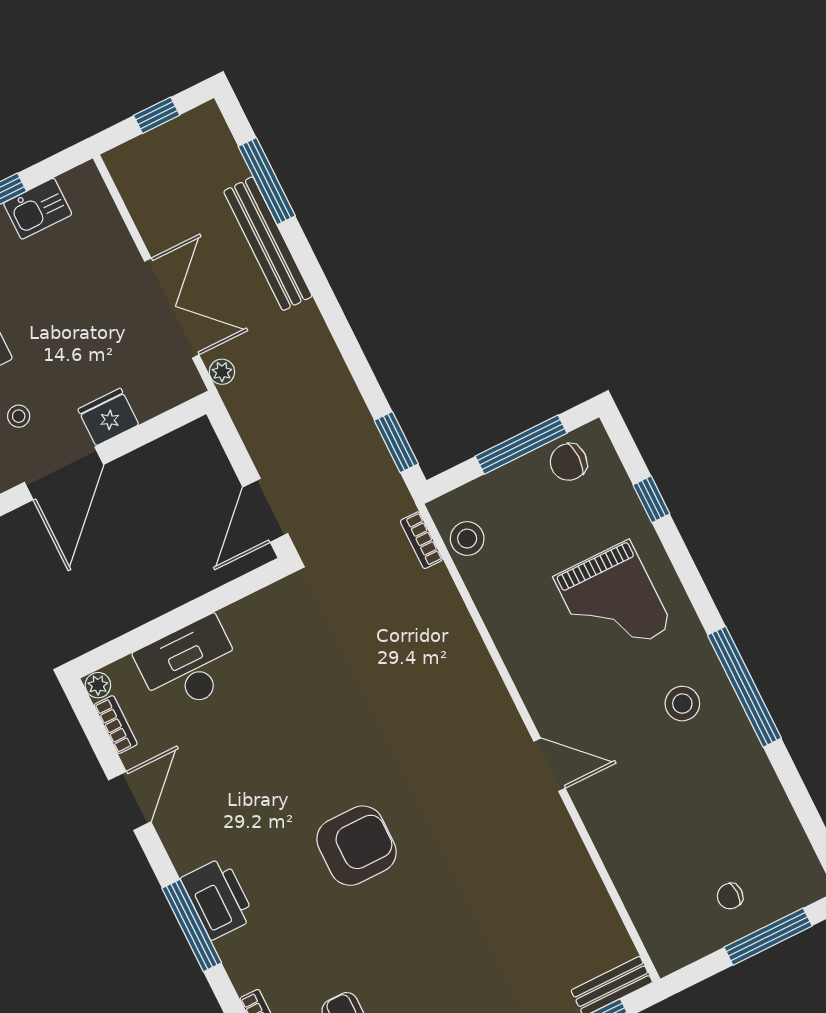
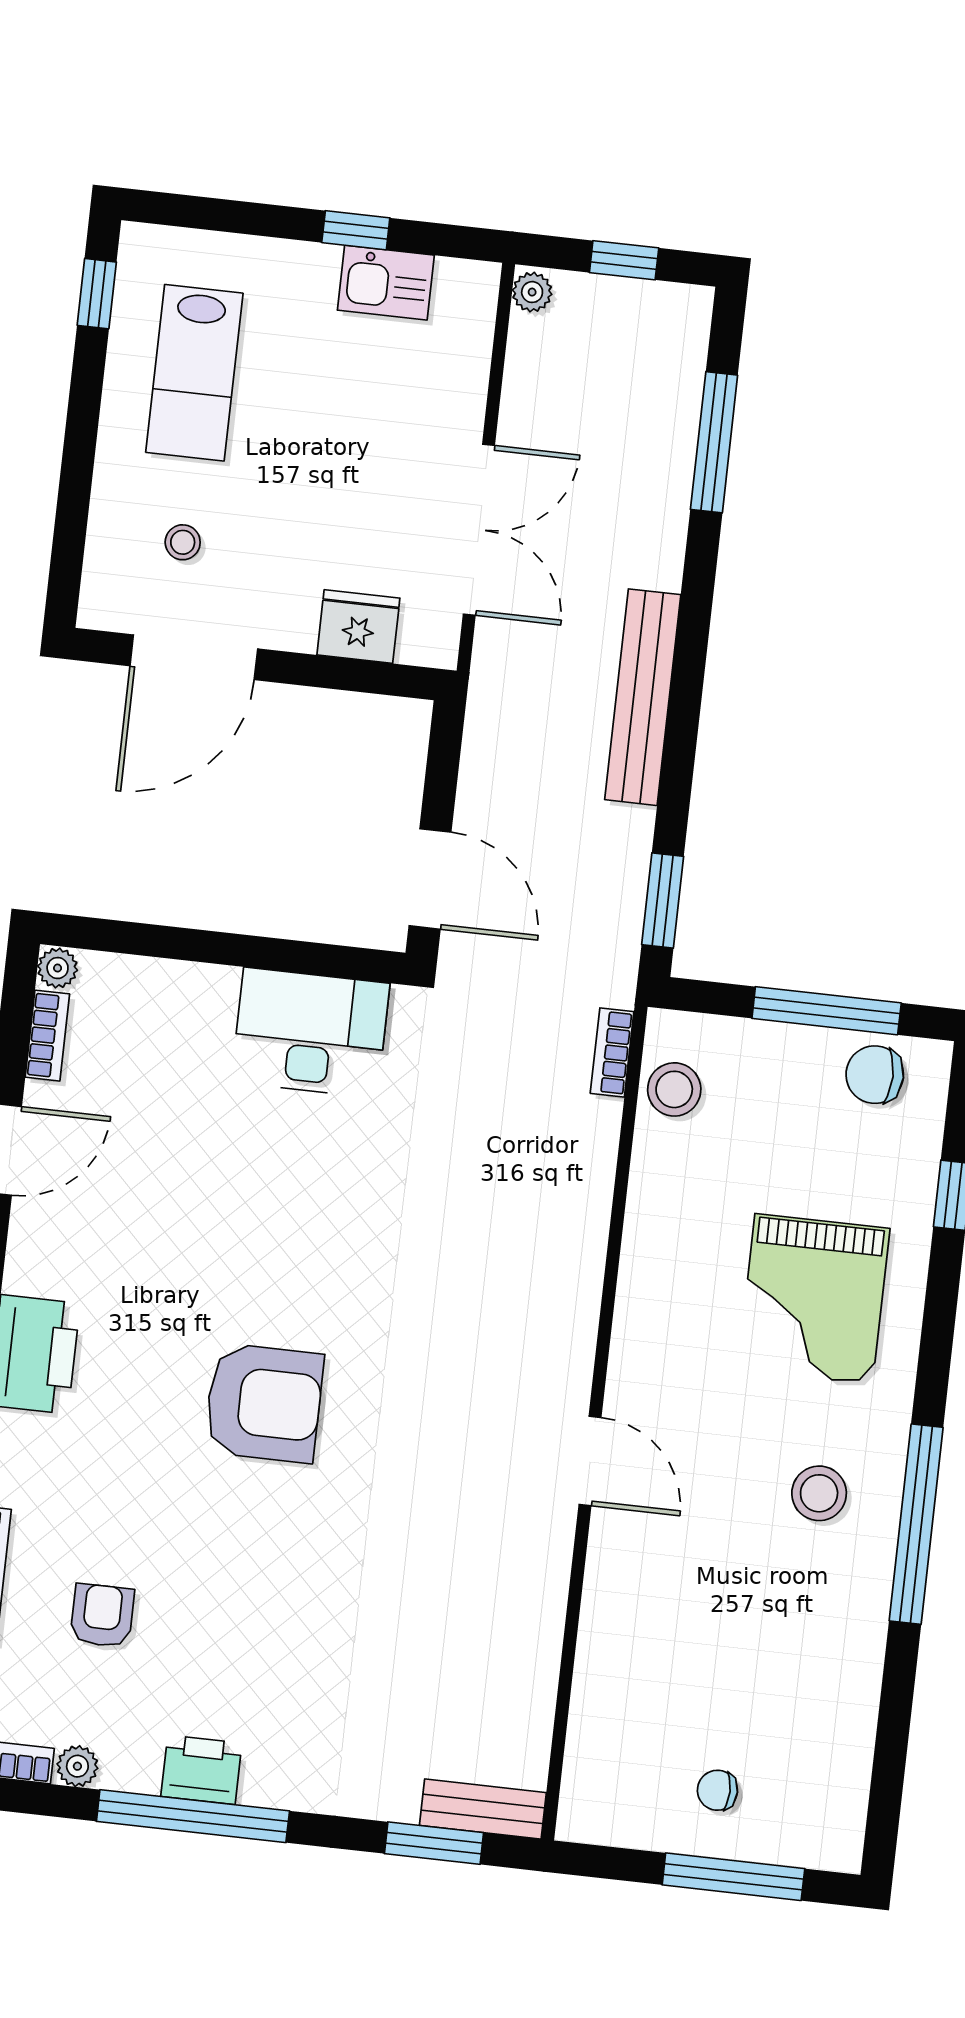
bench: (268, 244) -> (643, 697), moved
plant: (222, 372) -> (532, 292), moved
fridge: (108, 417) -> (358, 627), moved
door: (265, 510) -> (430, 879), swing flipped
desk: (189, 665) -> (310, 1033), moved

